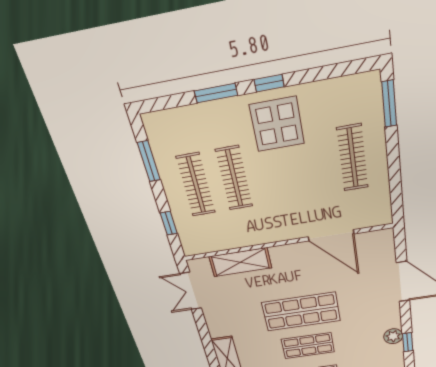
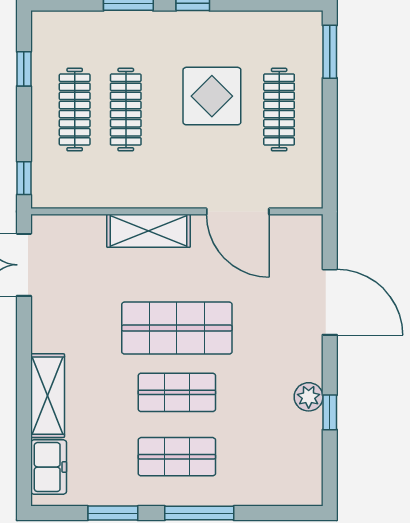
display table: (277, 124) -> (212, 96), moved
window: (149, 161) -> (24, 69), width x0.67
window: (169, 223) -> (24, 178), moved
shelving: (240, 262) -> (148, 231), moved

